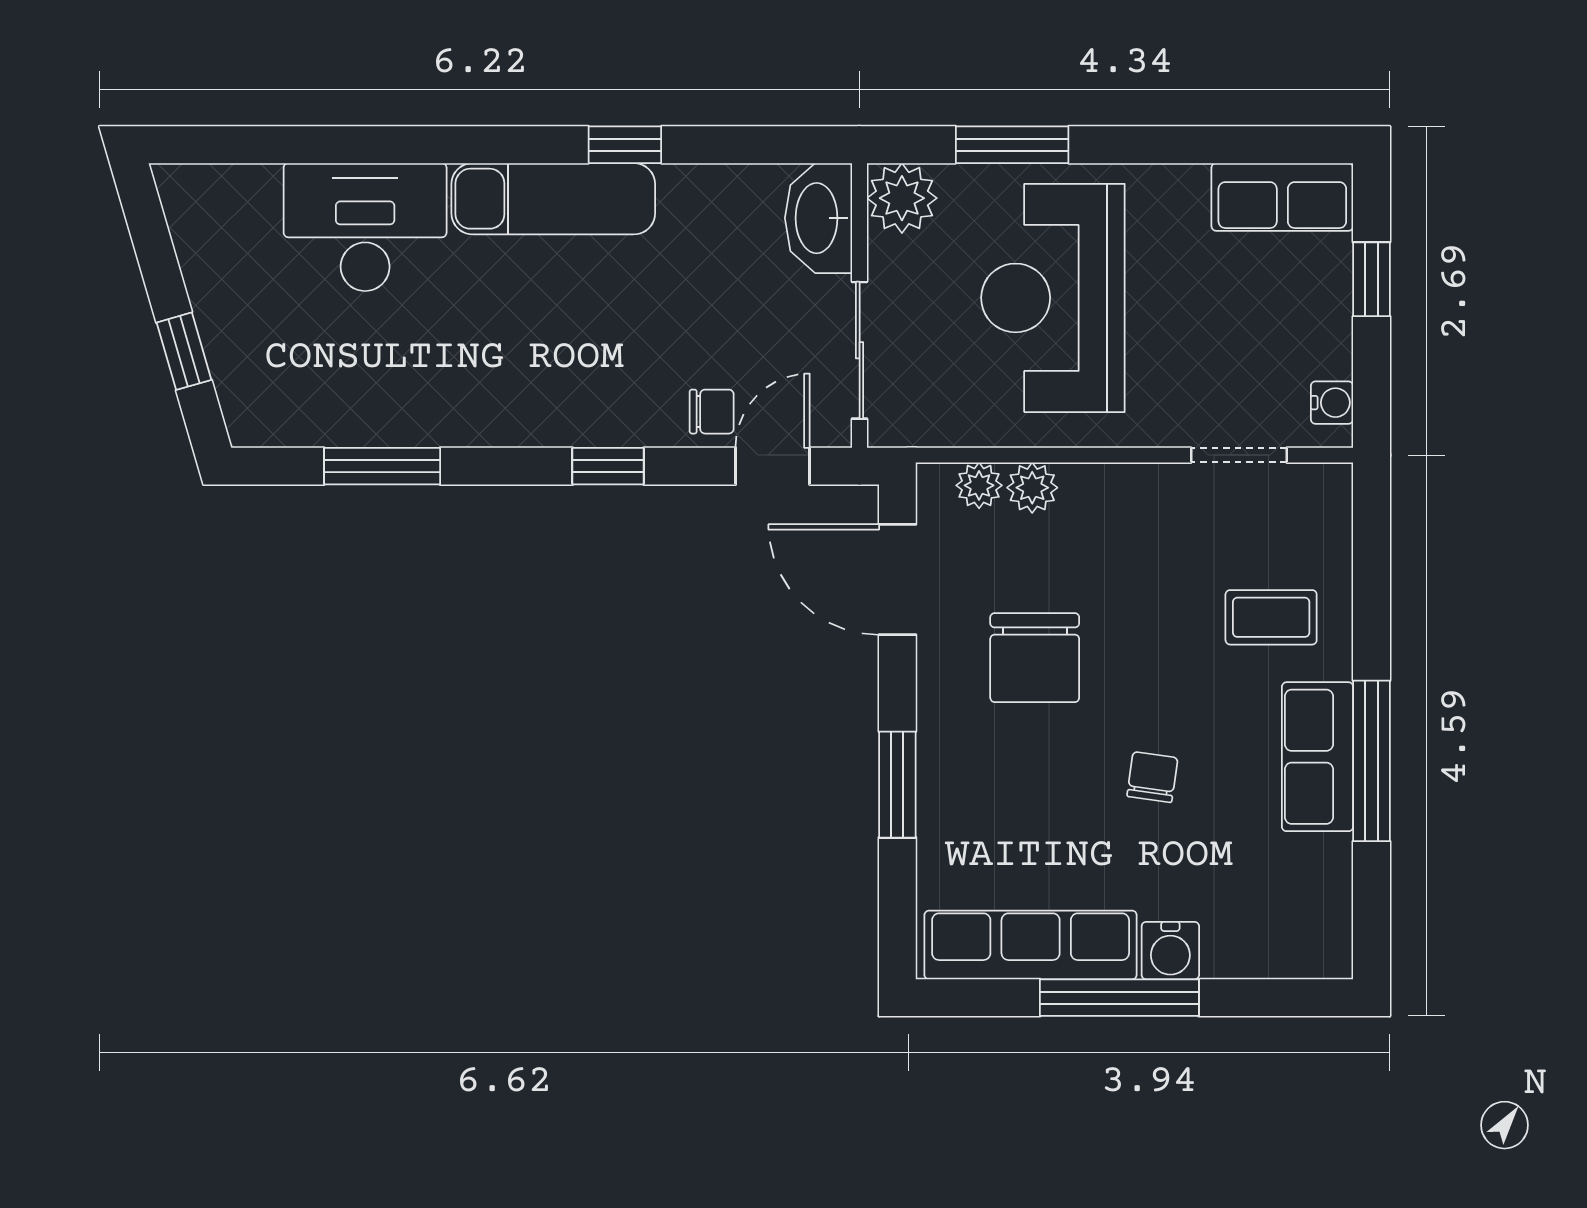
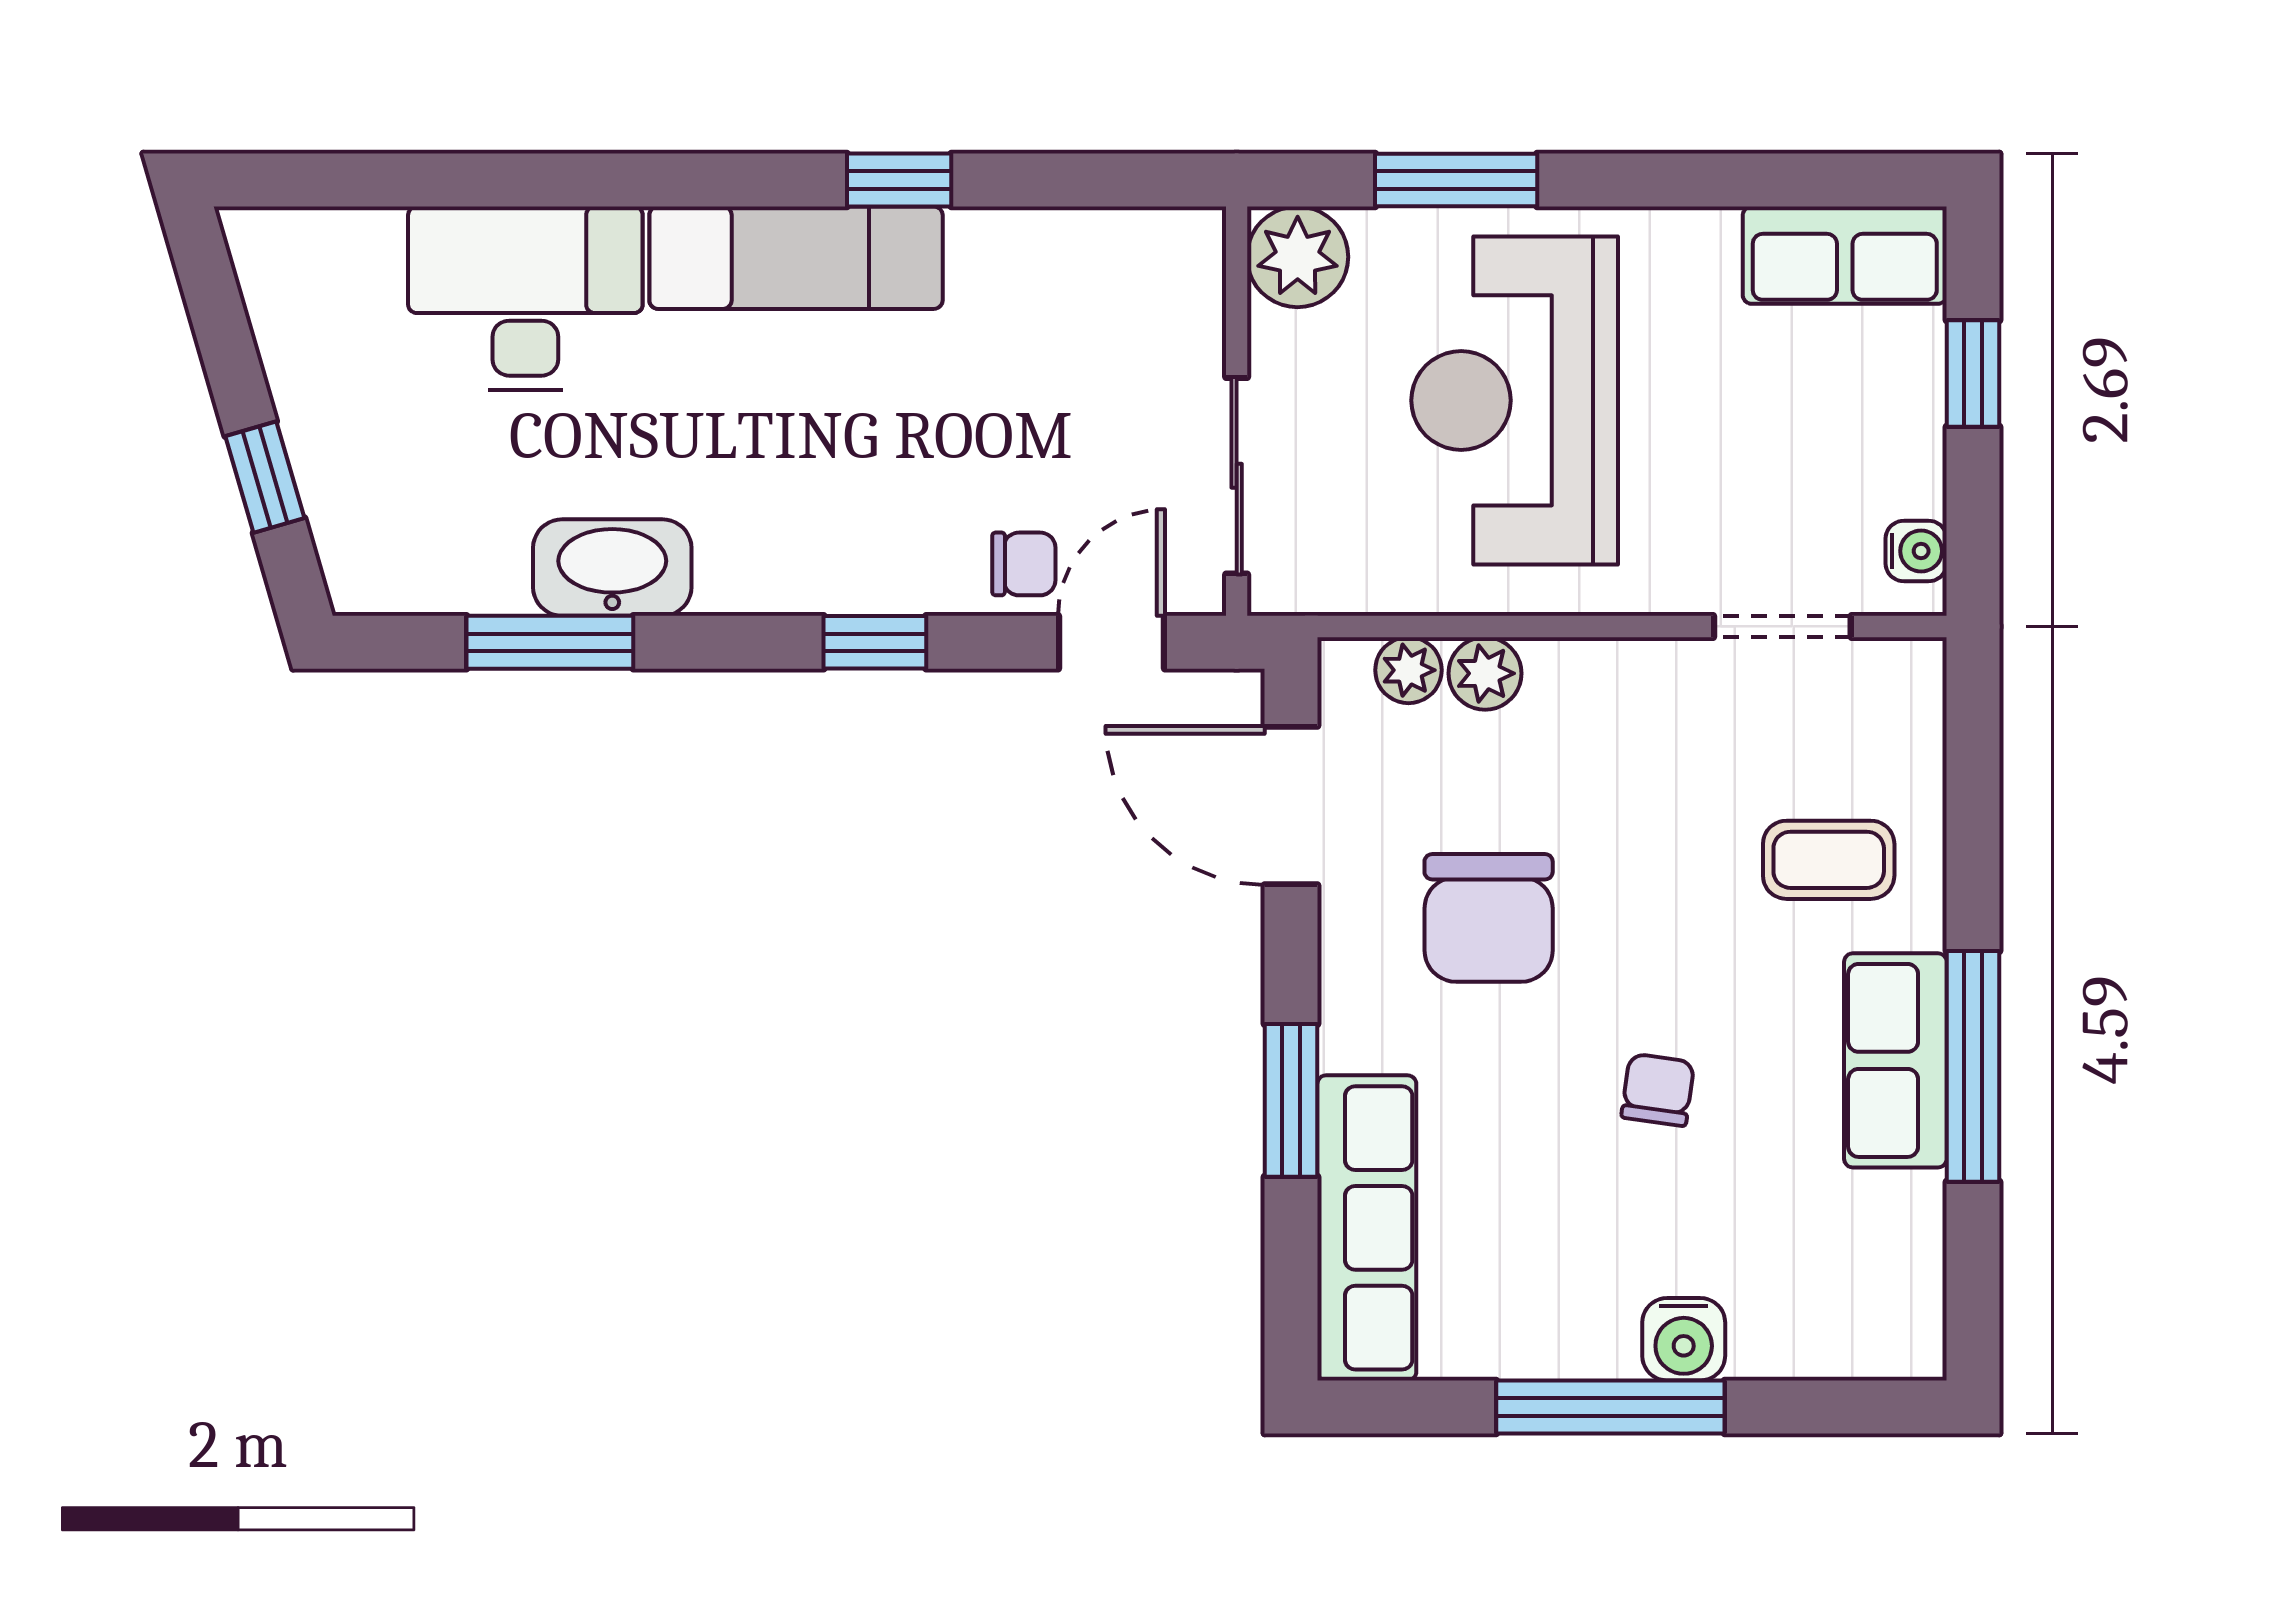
washbasin: (819, 218) -> (612, 568), moved, turned 90
row of seats: (1031, 945) -> (1367, 1228), moved, turned 90

